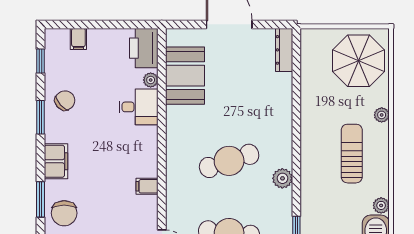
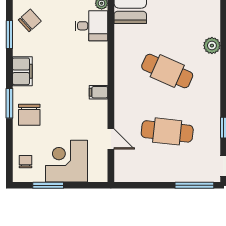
cafe table: (229, 161) -> (167, 71), turned 42
plant: (282, 178) -> (212, 46), moved

